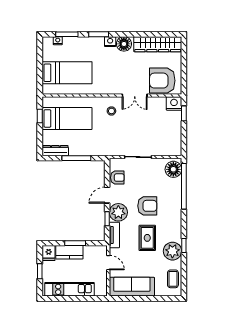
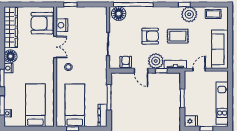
armchair: (162, 81) -> (42, 23), turned 90
nightstand: (174, 104) -> (62, 25), moved
armchair: (147, 206) -> (150, 36), turned 90
kitchen counter: (69, 252) -> (190, 103), removed

